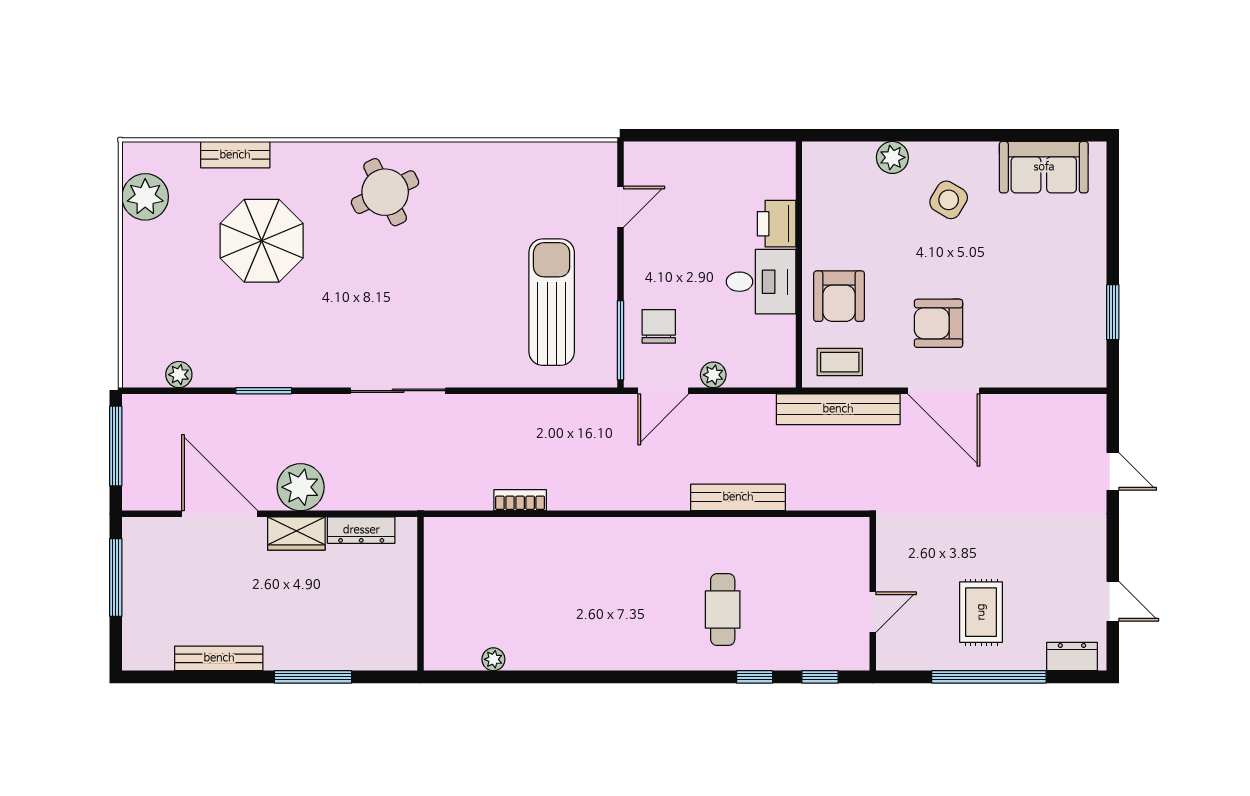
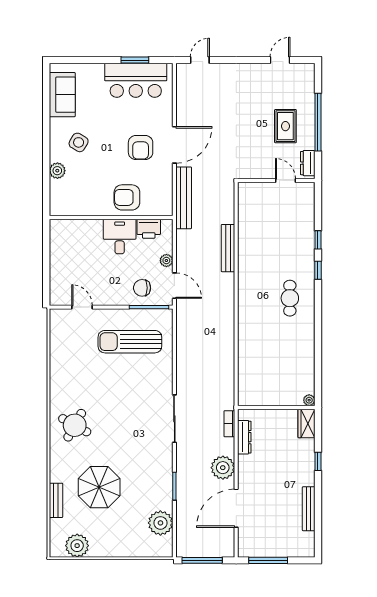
round table: (385, 192) -> (75, 425), turned -35
printer: (777, 224) -> (149, 229), moved
armchair: (839, 296) -> (127, 197), turned 180
bar counter: (1072, 314) -> (136, 80), added
coffee table: (840, 362) -> (160, 197), removed
plant: (179, 375) -> (160, 523), width x1.87, depth x1.87
door: (1113, 471) -> (200, 60), moved
bookcase: (520, 500) -> (229, 424), moved
wardrobe: (296, 534) -> (307, 423), moved, turned 180
cafe table: (723, 610) -> (290, 298), moved, turned 90
rug: (981, 612) -> (285, 126), turned 90
dresser: (1072, 657) -> (308, 163), moved
plant: (493, 659) -> (309, 400), moved
window: (313, 677) -> (318, 461), width x0.46
window: (820, 677) -> (318, 270), moved

